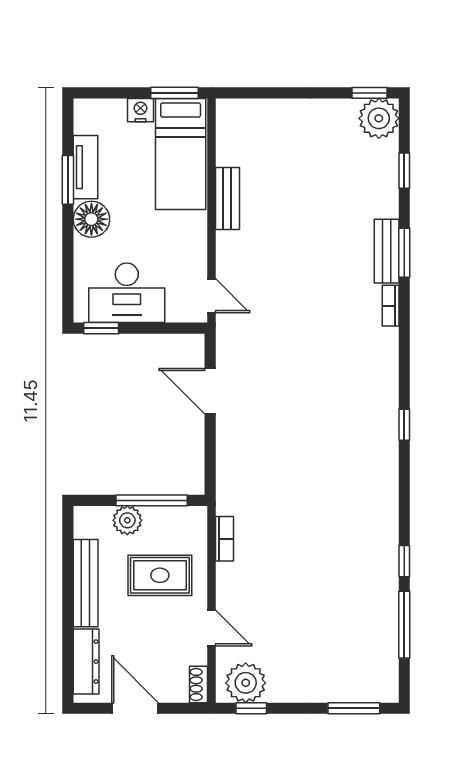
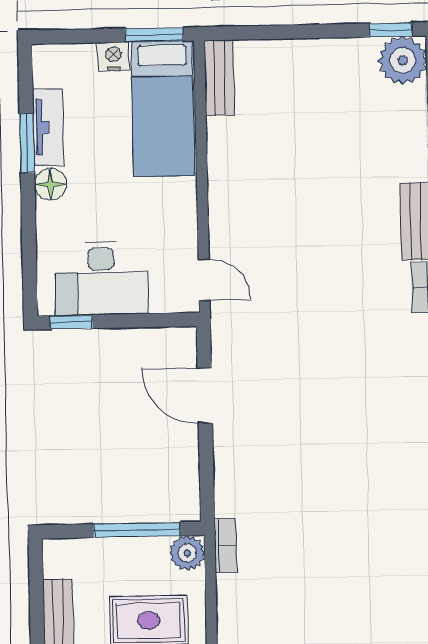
bench: (227, 199) -> (219, 78), moved
floor lamp: (91, 219) -> (50, 184), width x0.73, depth x0.73
plant: (127, 520) -> (187, 553), moved
bookcase: (224, 539) -> (226, 545), moved

